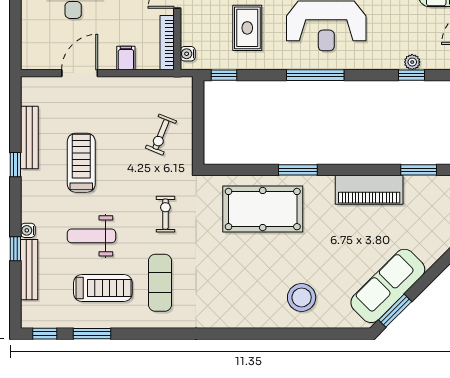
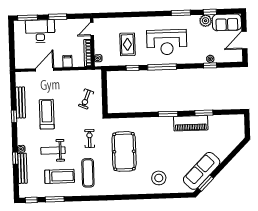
window: (224, 75) -> (133, 68), moved
window: (298, 170) -> (168, 114), moved
window: (419, 170) -> (204, 113), moved
pool table: (263, 209) -> (124, 151), moved, turned 90

